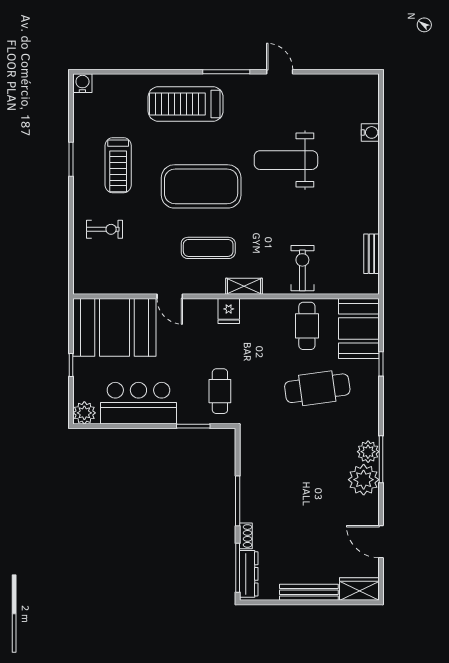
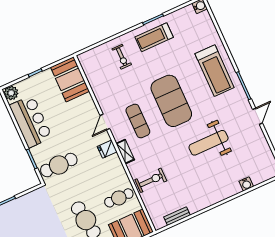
treadmill: (186, 104) -> (215, 71), turned 180
weight bench: (286, 160) -> (208, 143), turned -90
treadmill: (118, 165) -> (154, 37), moved
door: (170, 296) -> (105, 122), moved
booth: (114, 327) -> (70, 79), width x0.73, depth x0.70
cafe table: (220, 391) -> (59, 165), width x1.37, depth x1.35

